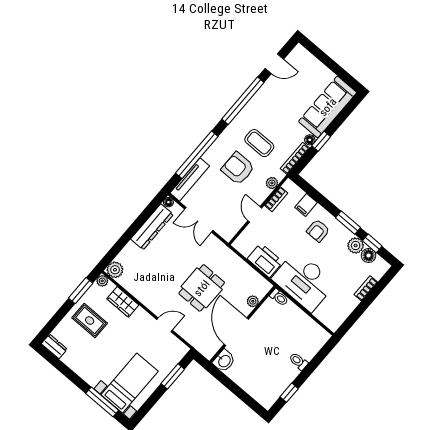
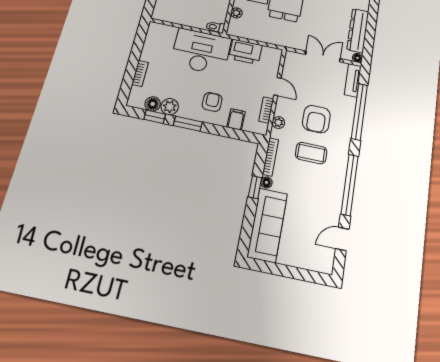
armchair: (238, 168) -> (316, 119), turned 90
tv unit: (190, 179) -> (353, 80), width x0.71

